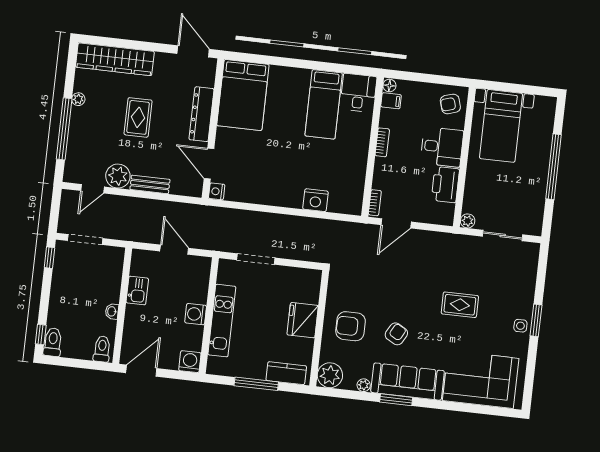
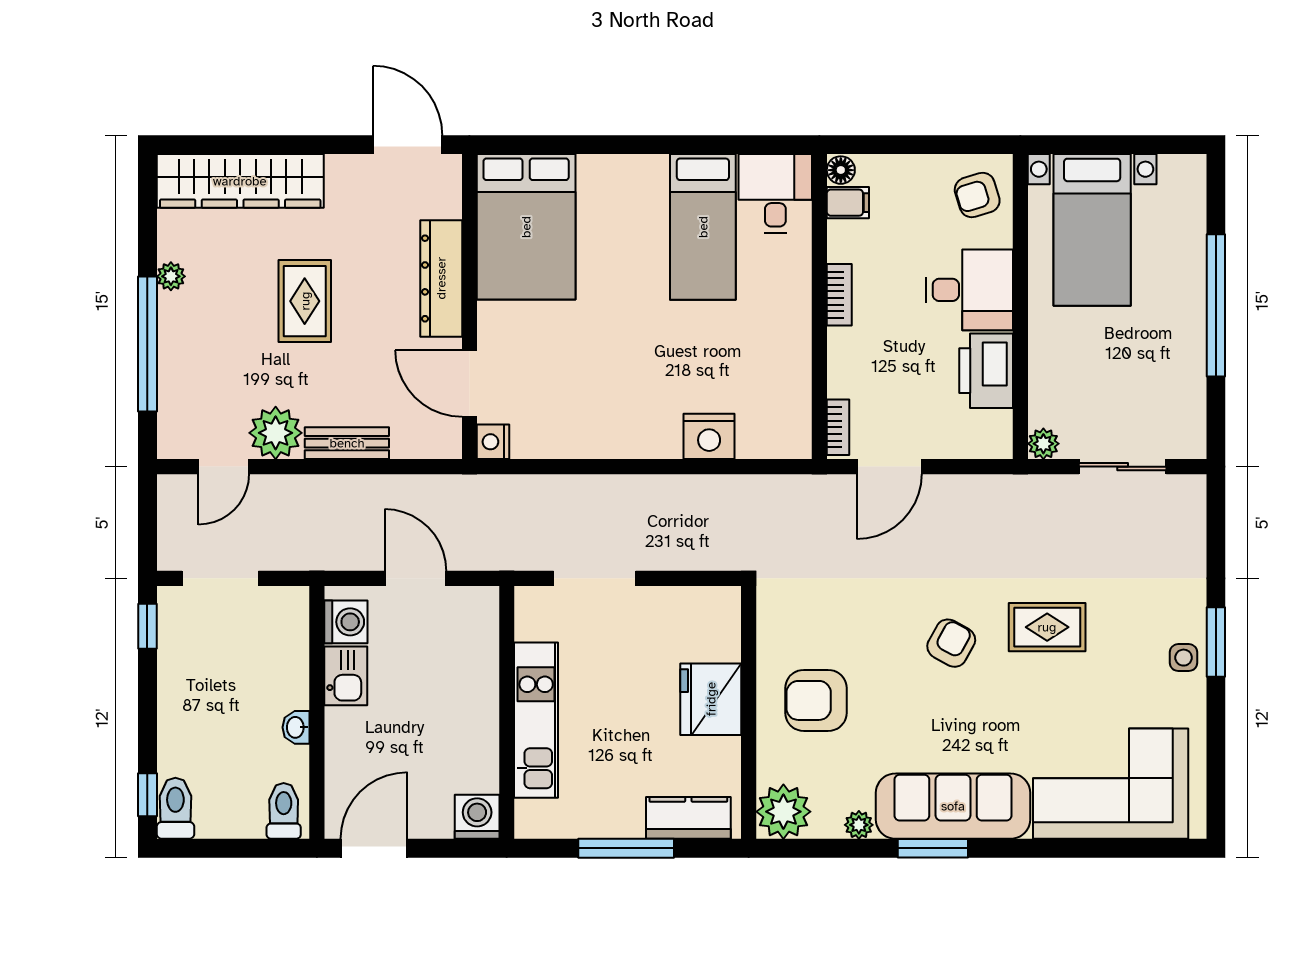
washing machine: (196, 314) -> (346, 622), moved, turned 180
armchair: (396, 334) -> (951, 643), moved

